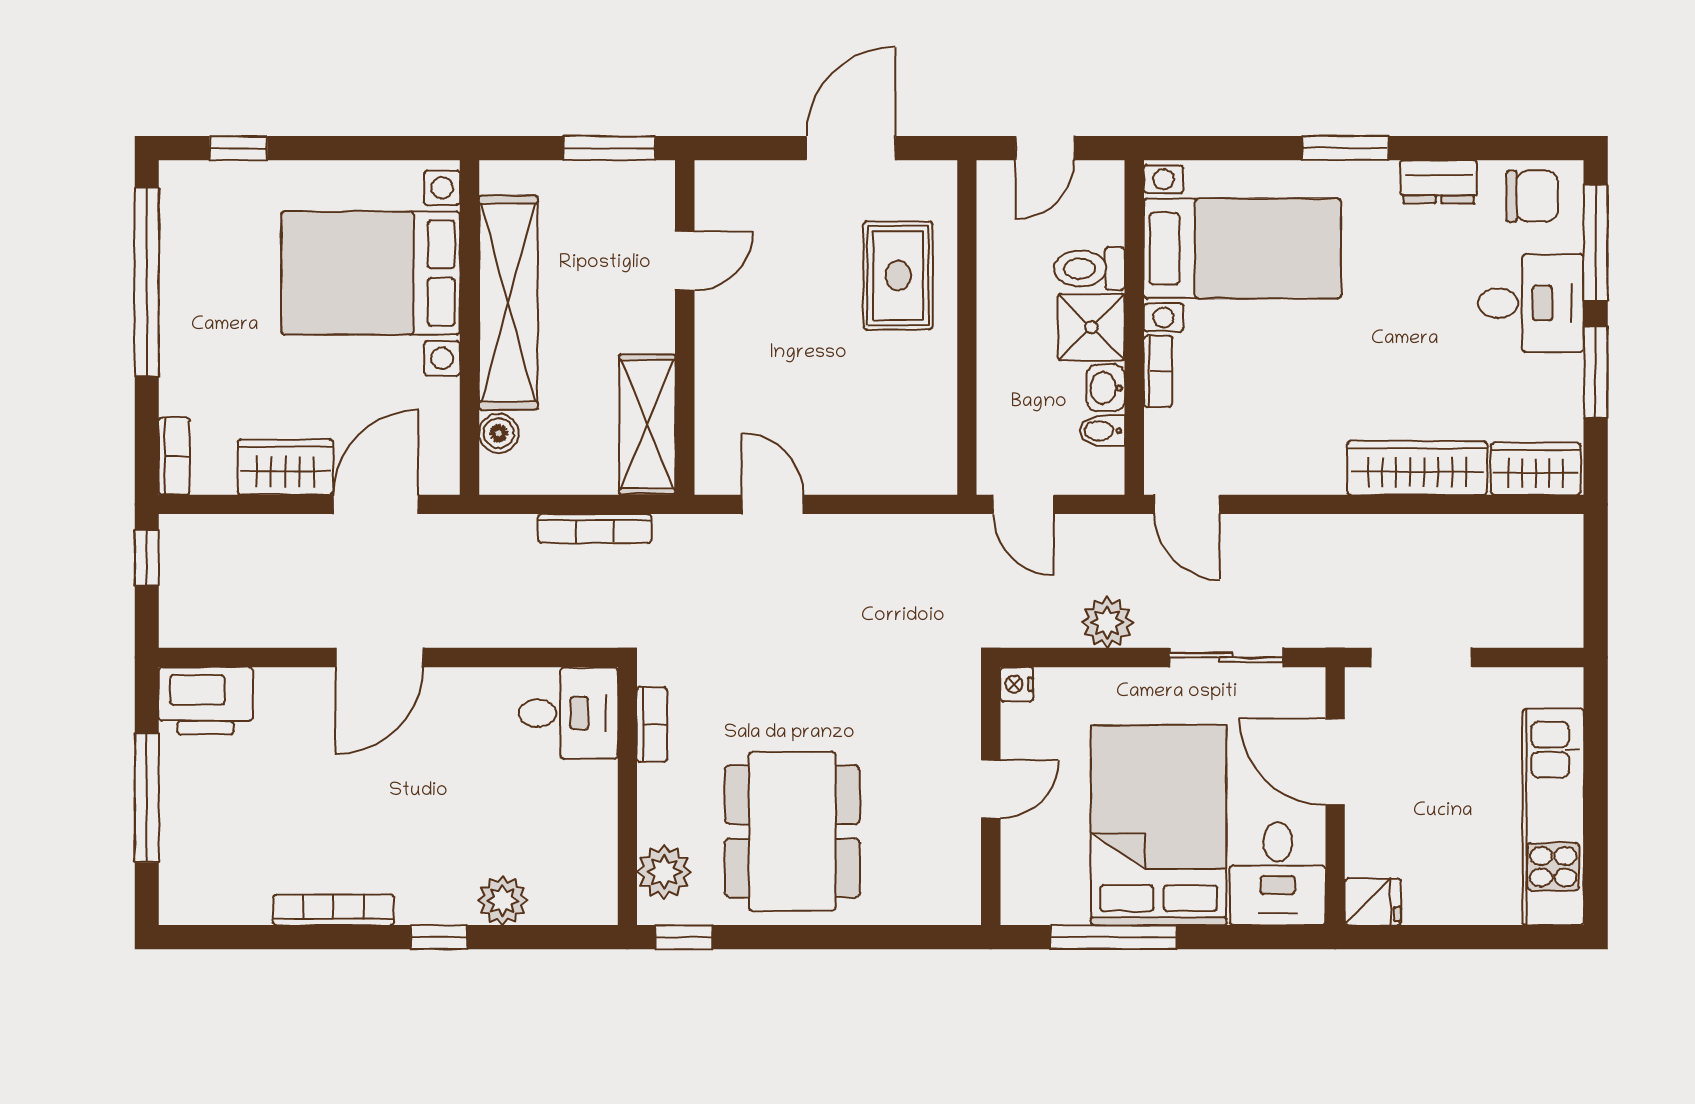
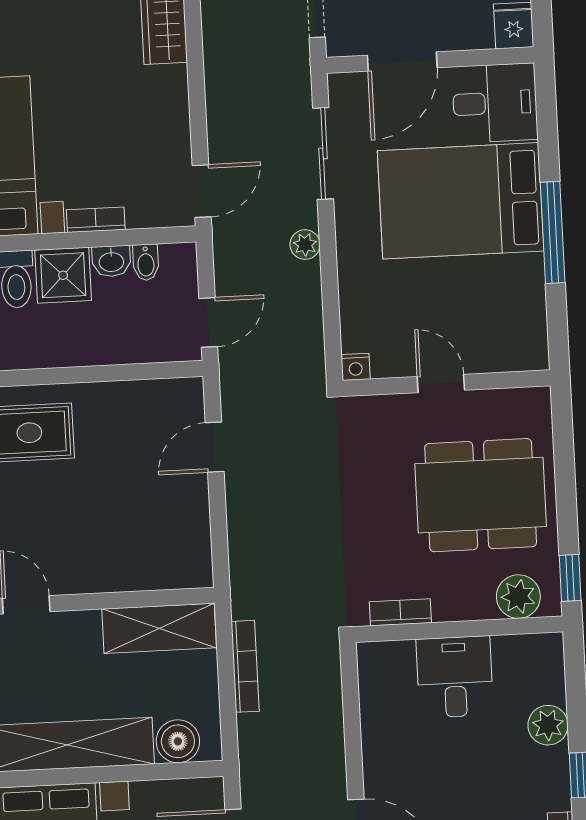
boiler: (499, 433) -> (178, 741), width x1.36, depth x1.36
door: (772, 504) -> (215, 447), moved
plant: (1107, 622) -> (305, 245), width x0.73, depth x0.73
nightstand: (1017, 684) -> (356, 367), moved
desk: (568, 713) -> (455, 677), moved
door: (991, 789) -> (441, 383), moved
wall: (991, 796) -> (447, 383), moved

